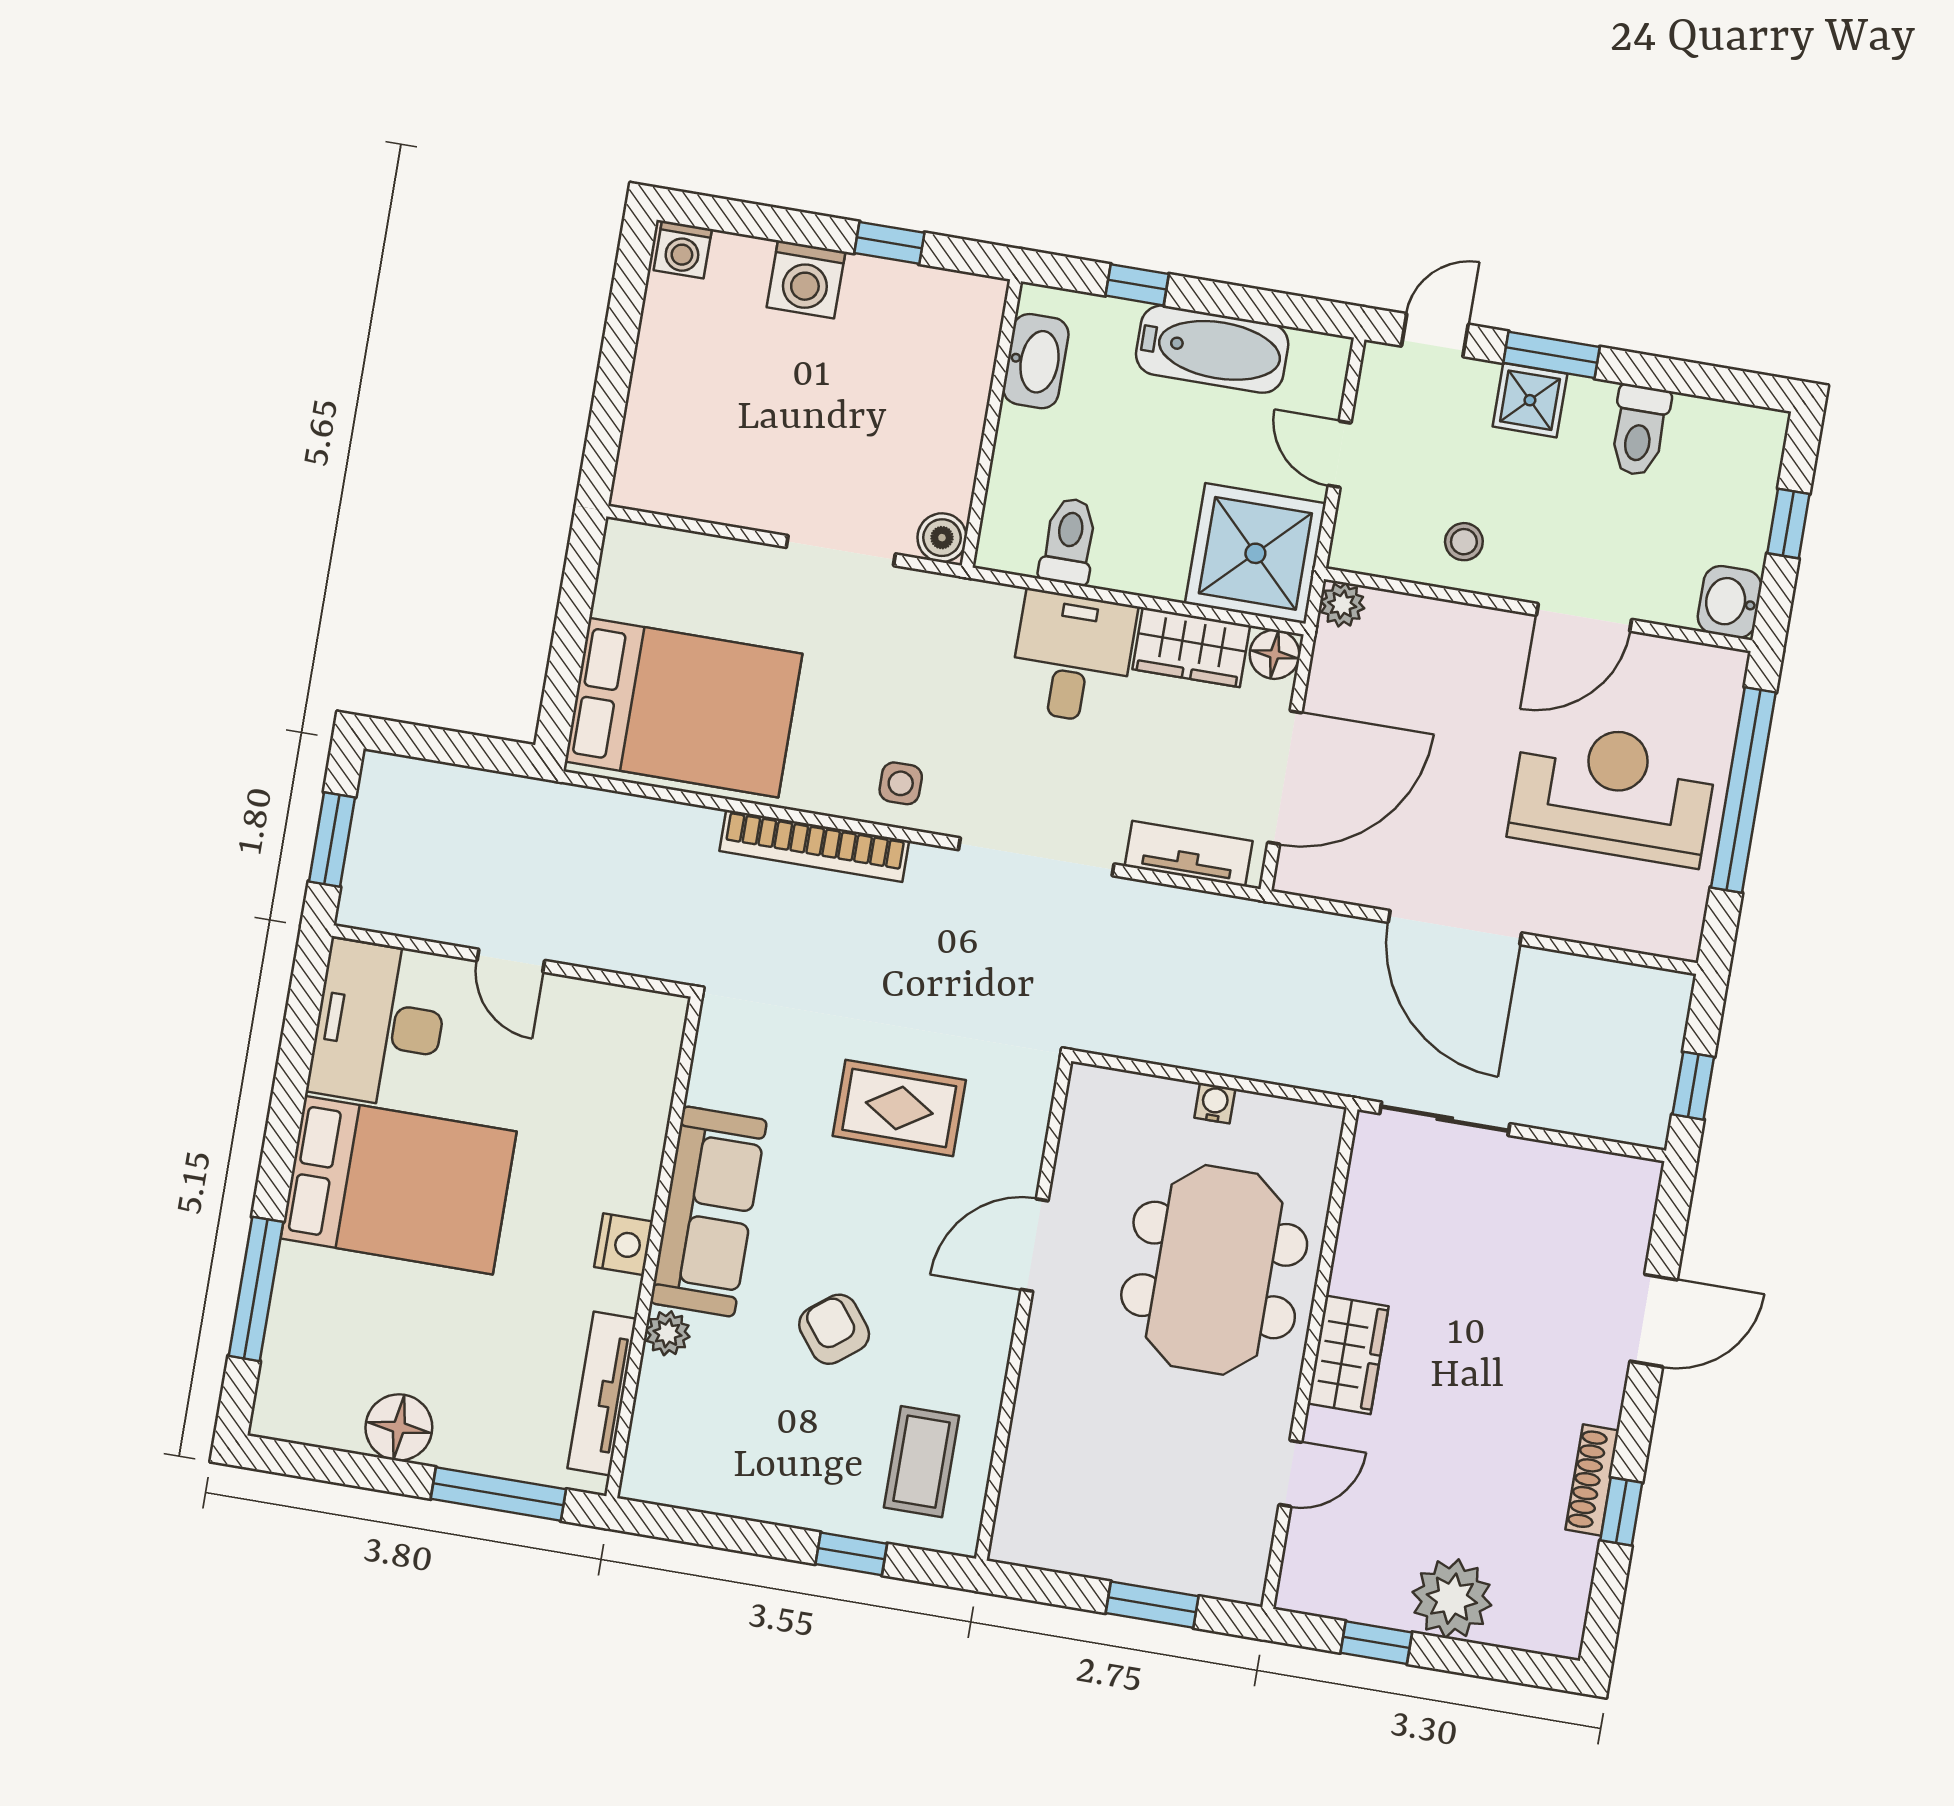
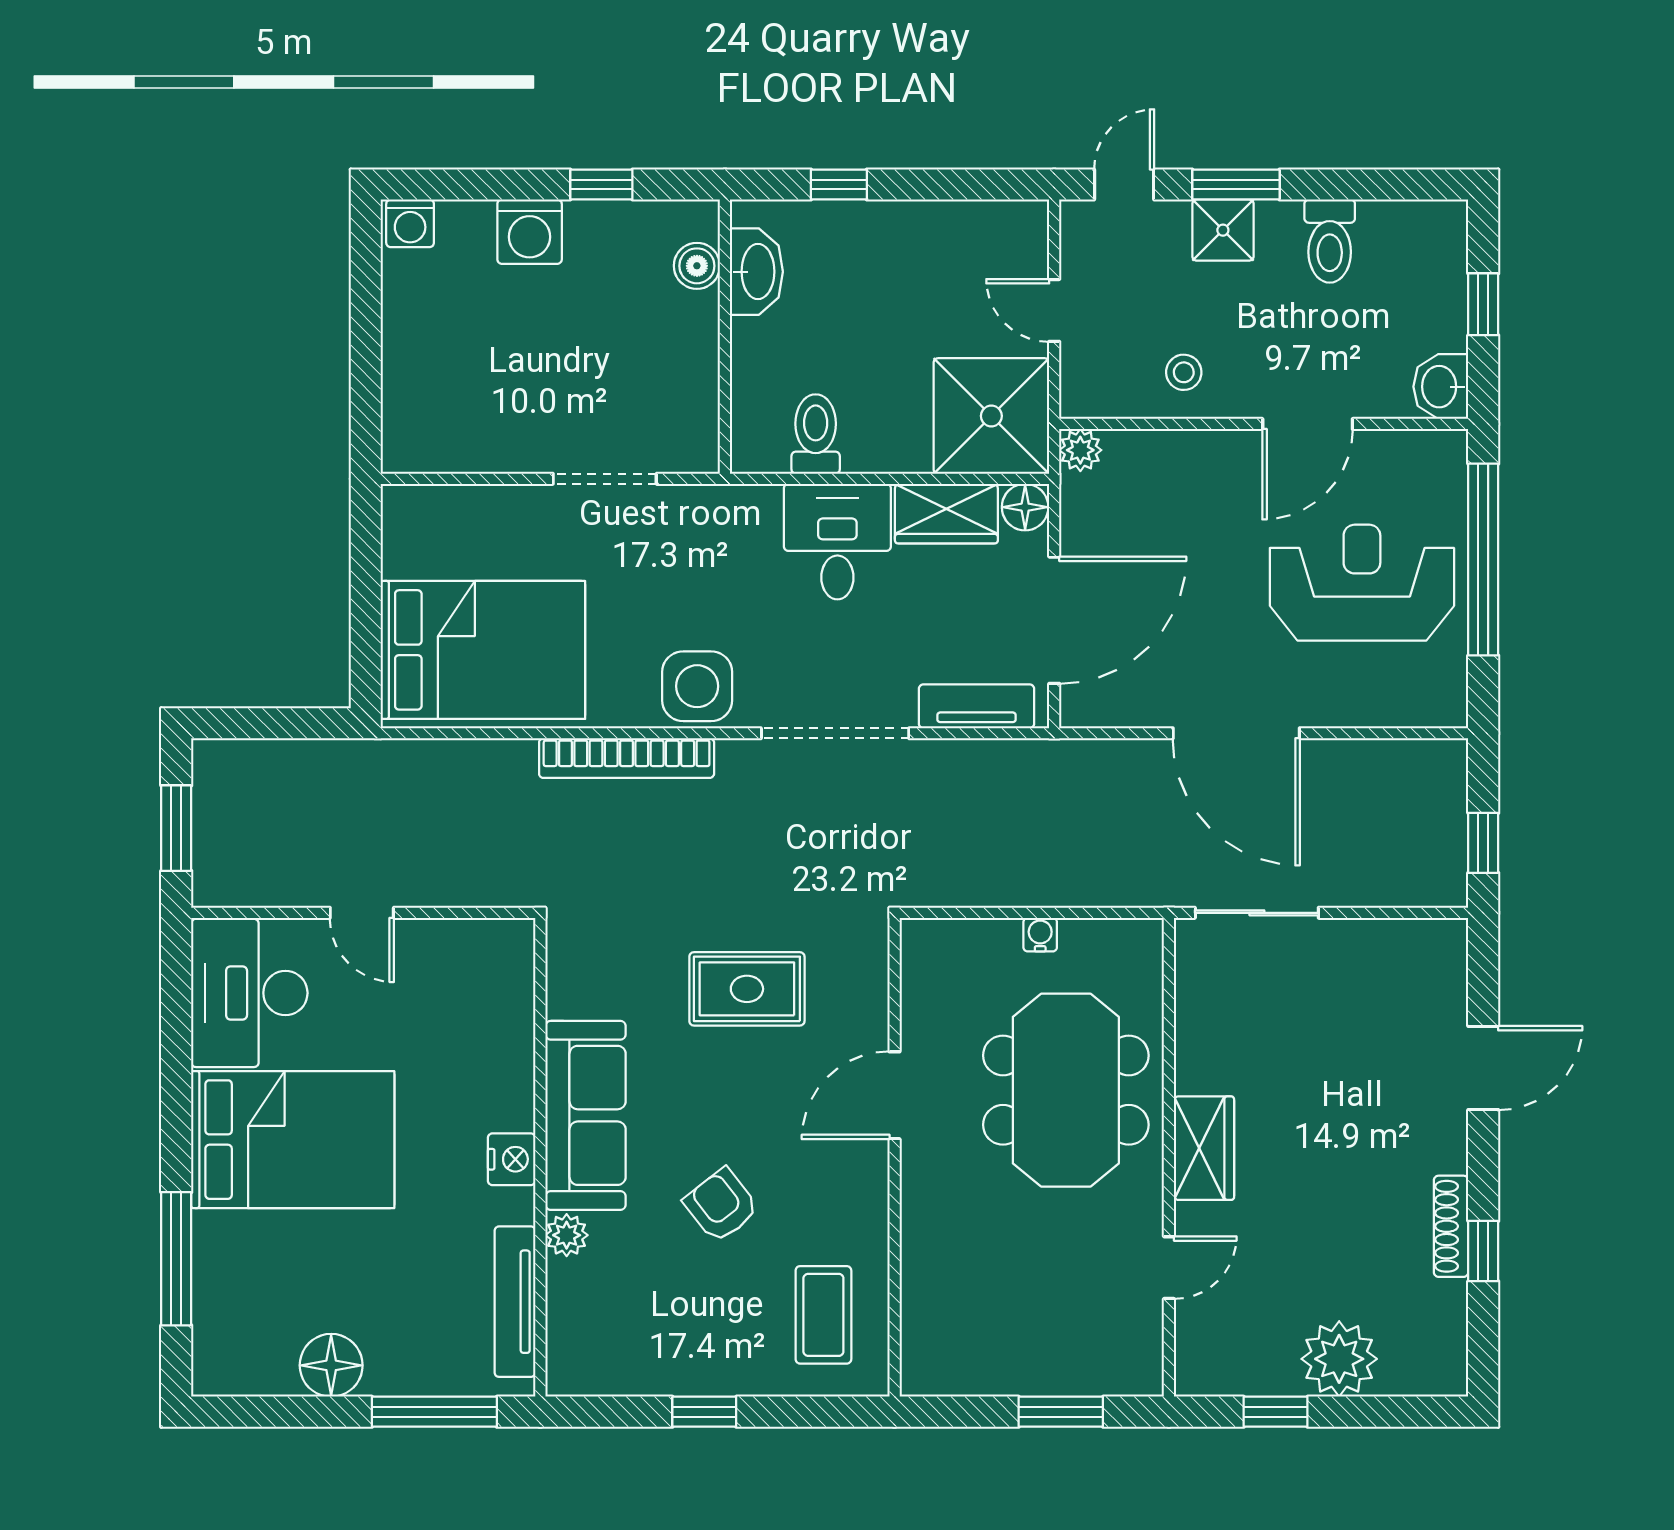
bathtub: (1212, 349) -> (919, 233), removed
boiler: (942, 538) -> (697, 266), moved
side table: (901, 783) -> (697, 686), width x1.87, depth x1.87
window: (851, 1554) -> (704, 1412), moved

